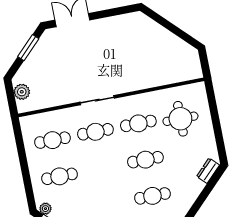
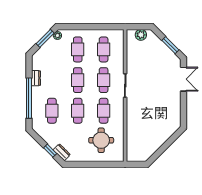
cafe table: (102, 168) -> (78, 80), added
window: (209, 187) -> (50, 151), added

